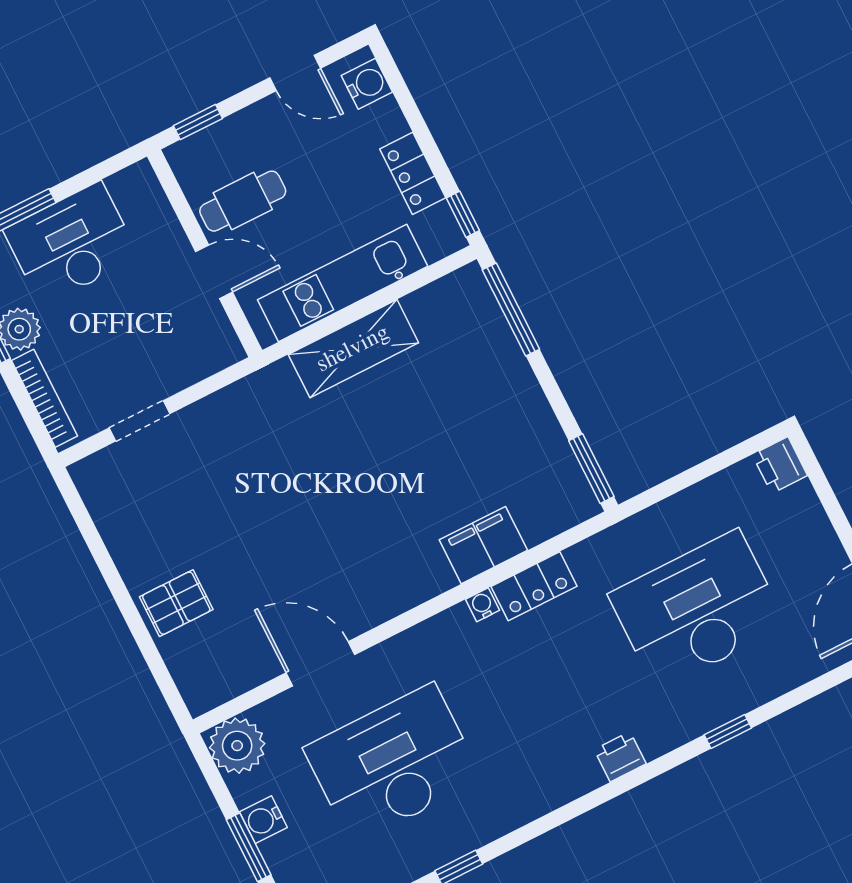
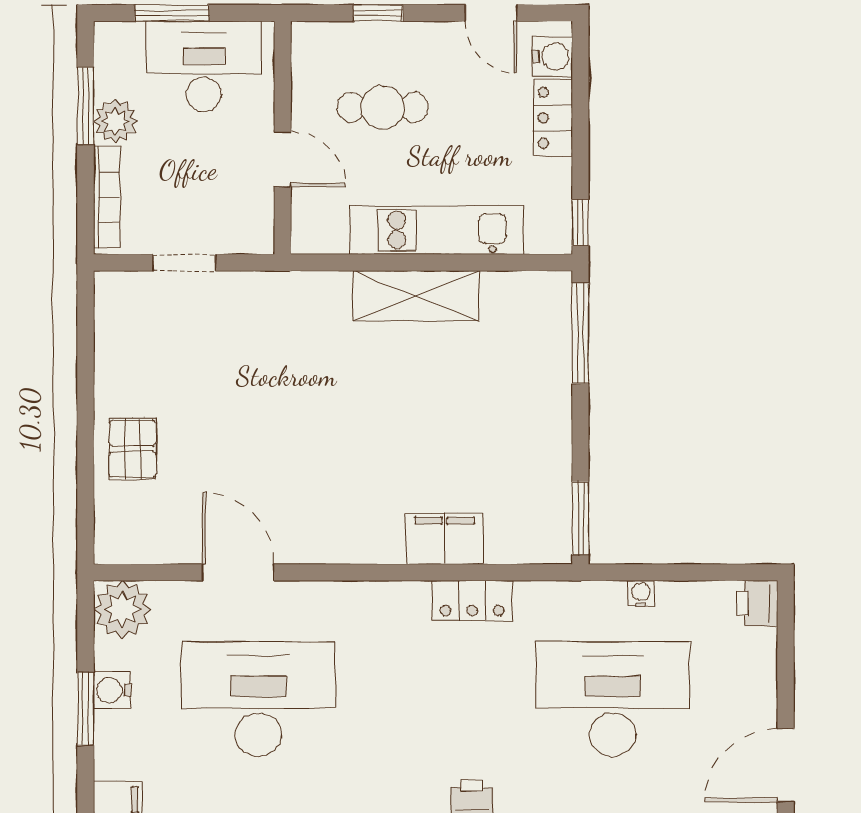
locker: (413, 173) -> (553, 118), moved
wall: (205, 253) -> (283, 138), moved
door: (214, 272) -> (283, 159), moved
pallet: (176, 603) -> (133, 449), turned 90
water cooler: (482, 605) -> (641, 594), moved

